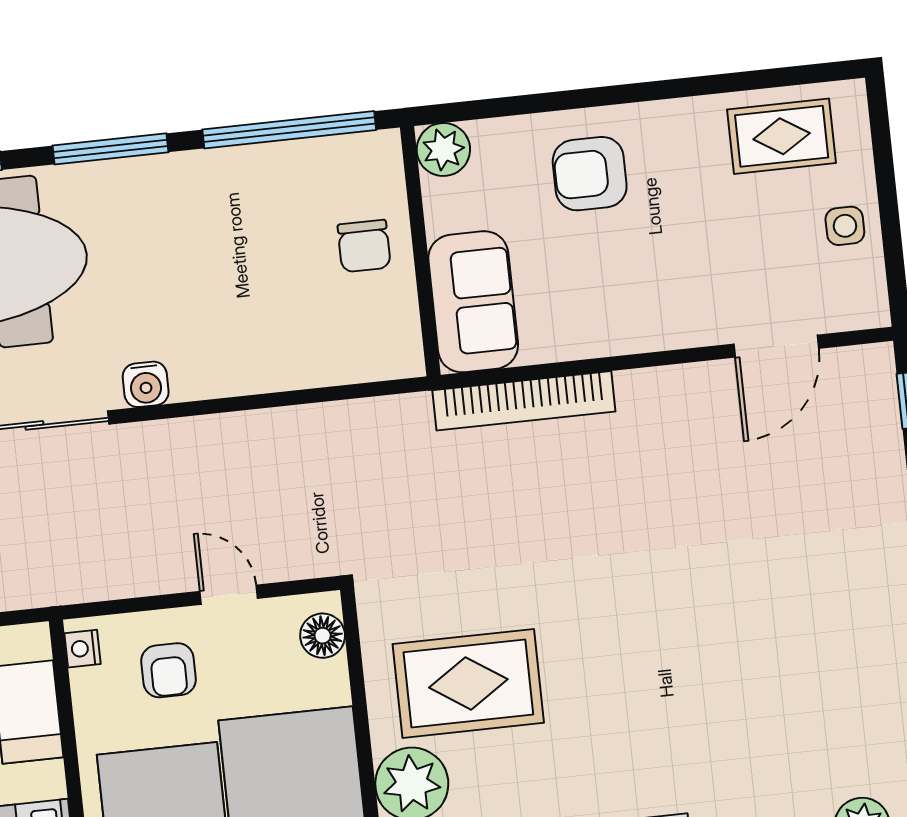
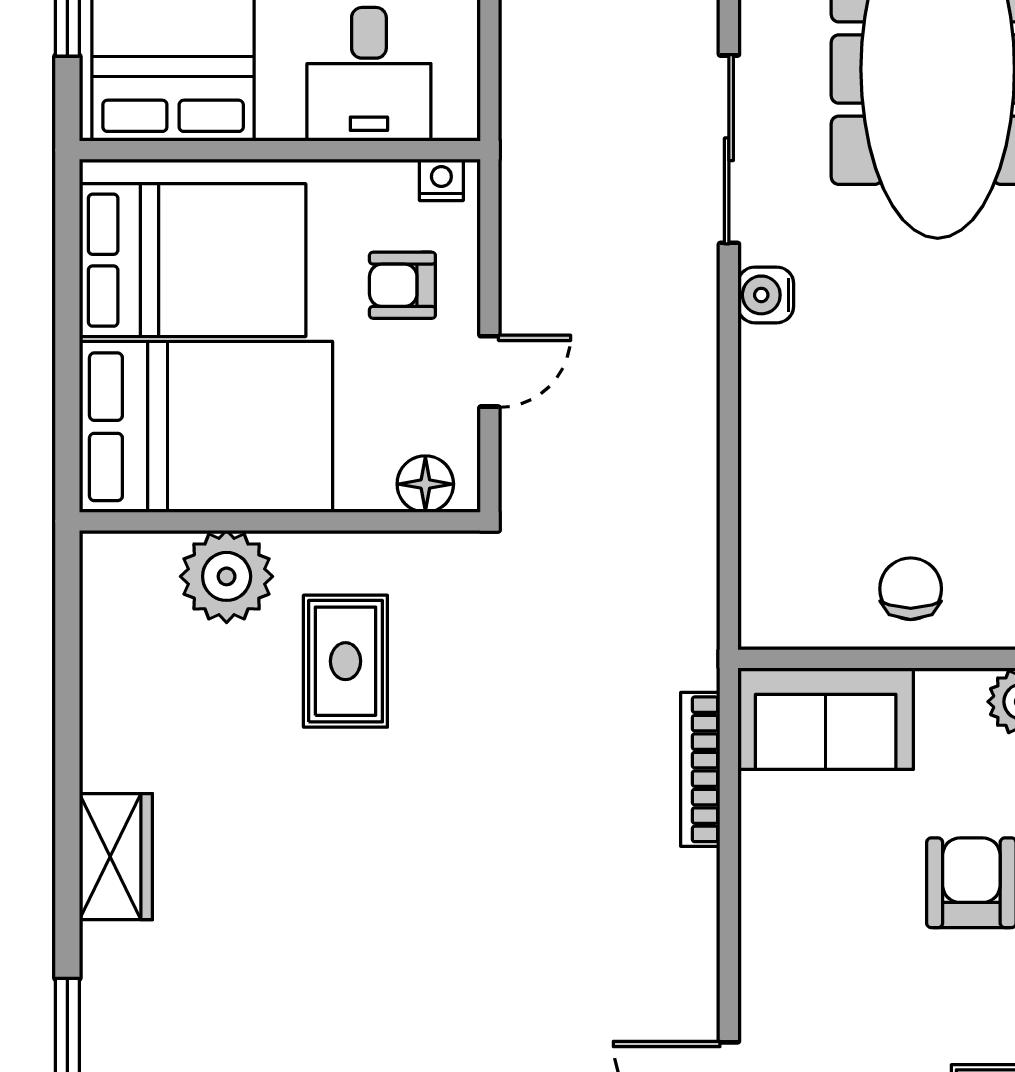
chair: (364, 246) -> (911, 589), turned 90
bookcase: (524, 401) -> (700, 769), width x0.68, depth x0.76
rug: (468, 683) -> (345, 661), width x0.73, depth x0.70

